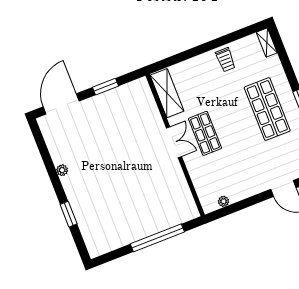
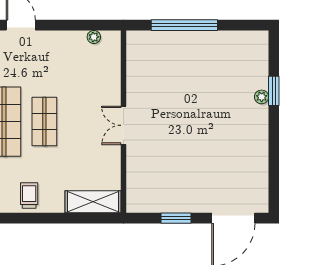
shelving: (167, 93) -> (93, 202), moved, turned 90
shop shelf: (205, 133) -> (44, 122), moved
plant: (62, 170) -> (262, 97), moved

